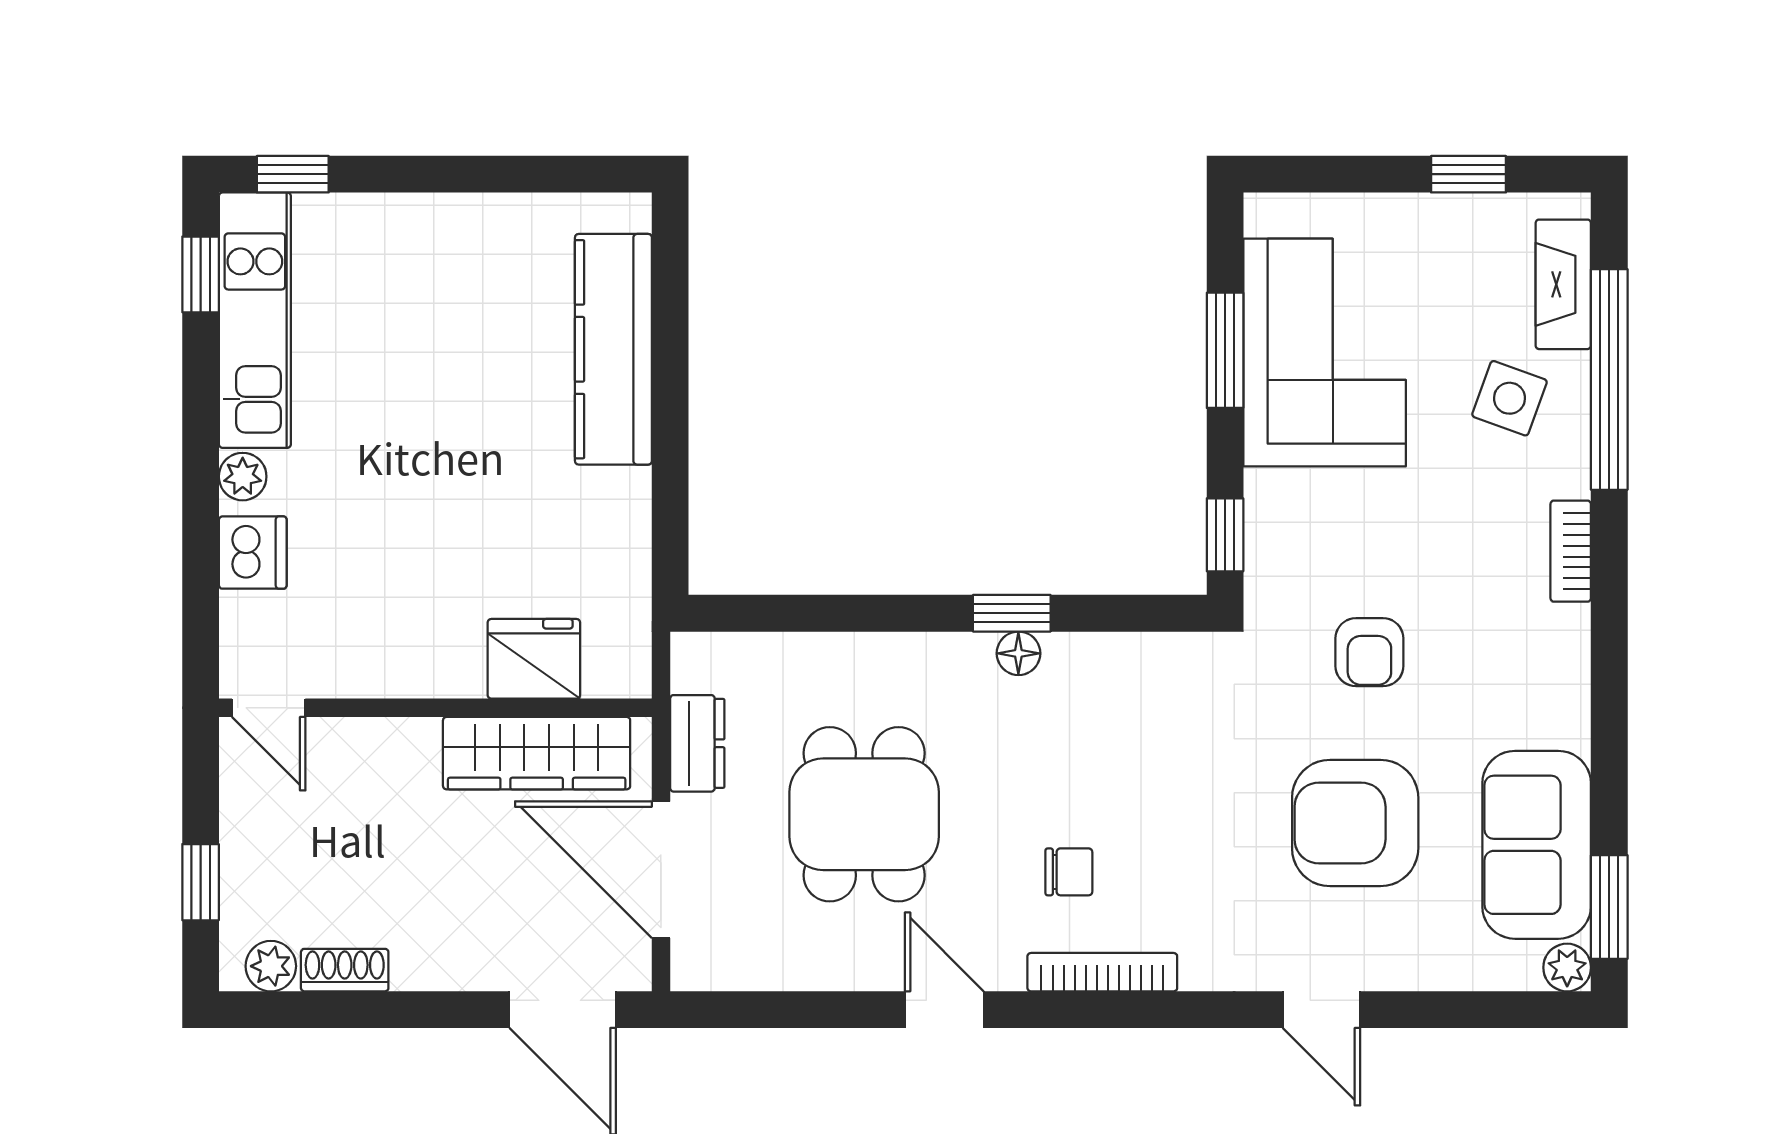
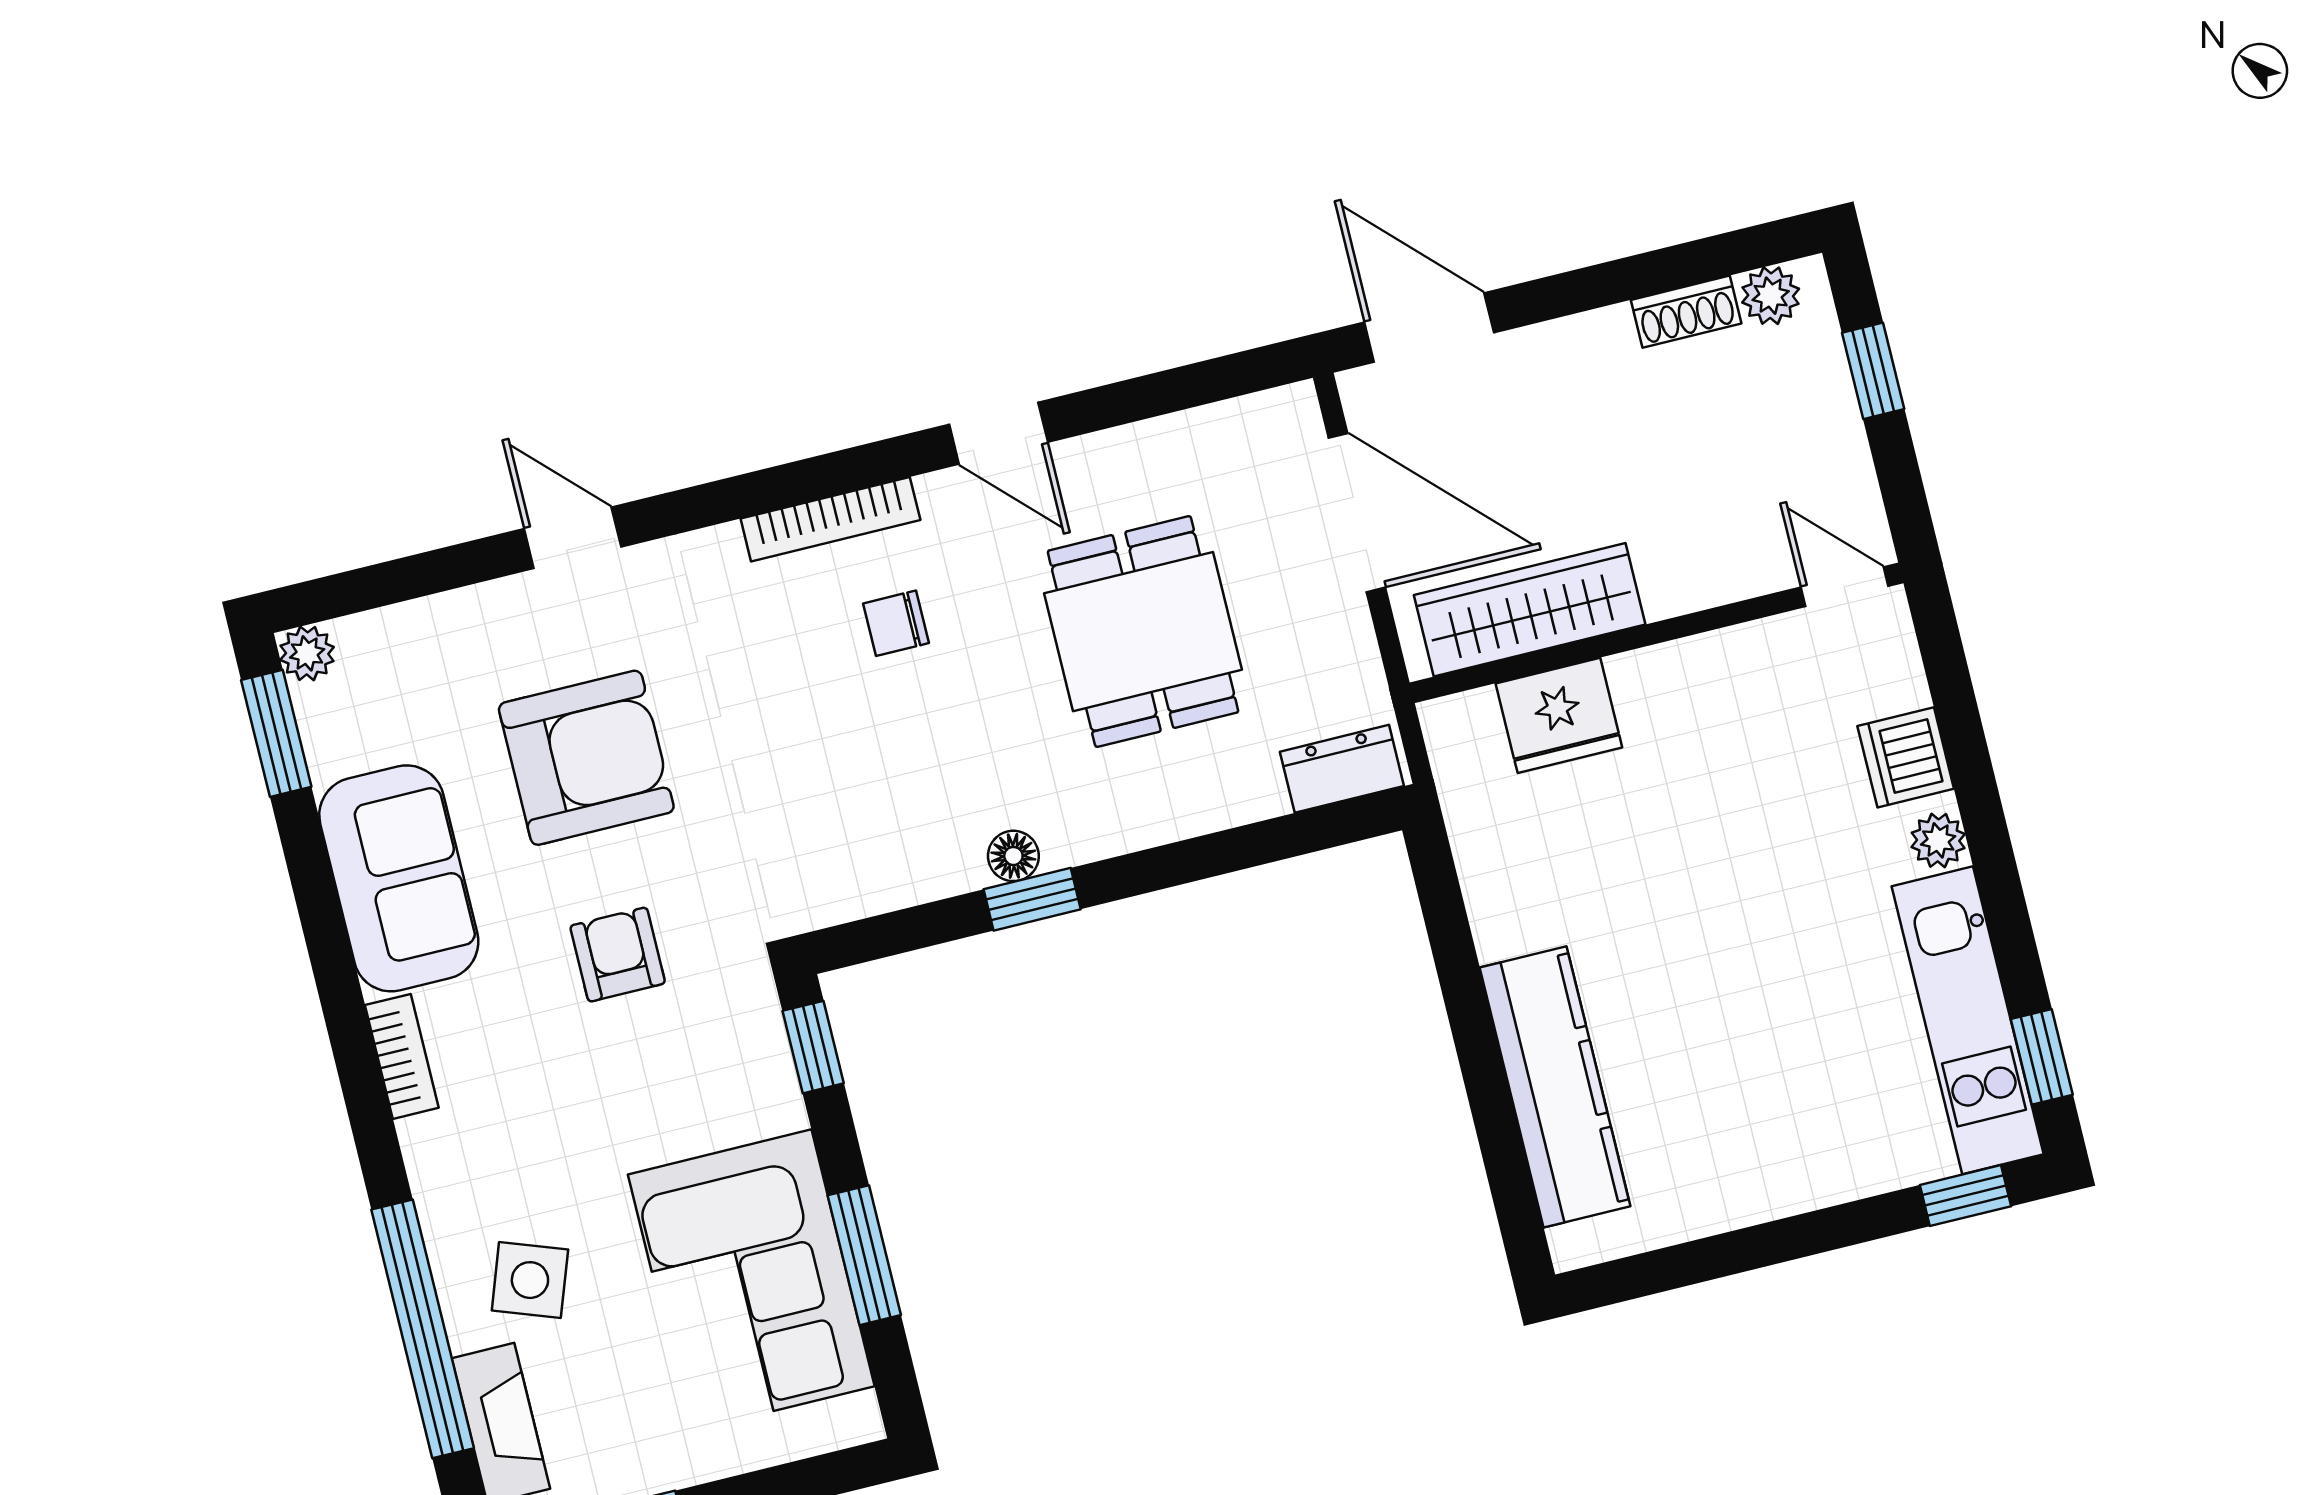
bookcase: (1571, 551) -> (402, 1056), moved
dresser: (697, 743) -> (1342, 769), moved, turned 90
sofa: (1537, 845) -> (399, 878), moved

